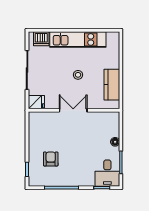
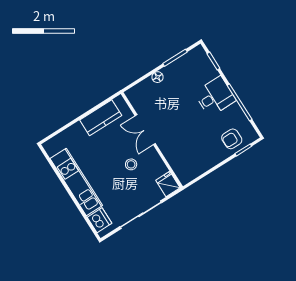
stool: (78, 75) -> (131, 164), moved
double door: (73, 110) -> (145, 130), moved
armchair: (51, 159) -> (232, 139), moved
desk: (107, 173) -> (215, 96), moved

